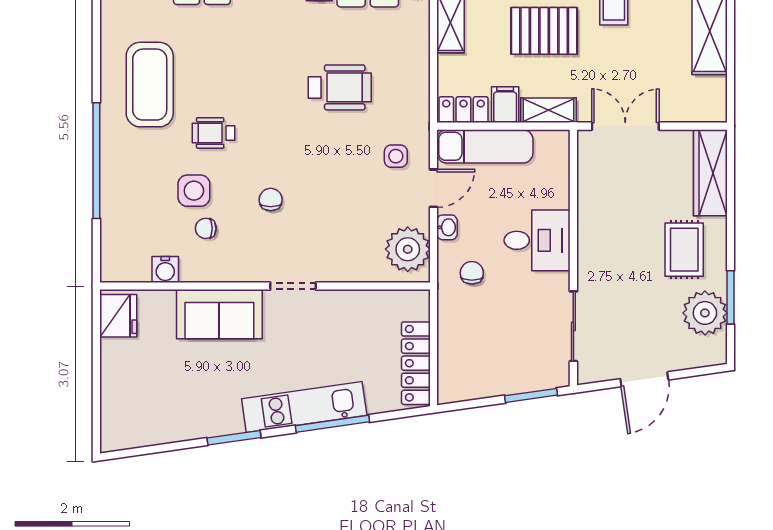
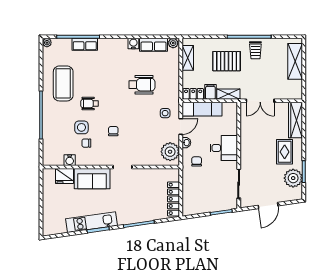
double door: (625, 126) -> (260, 101), swing flipped
fridge: (118, 316) -> (65, 176), moved, turned 90
kitchen unit: (304, 407) -> (91, 222), moved

